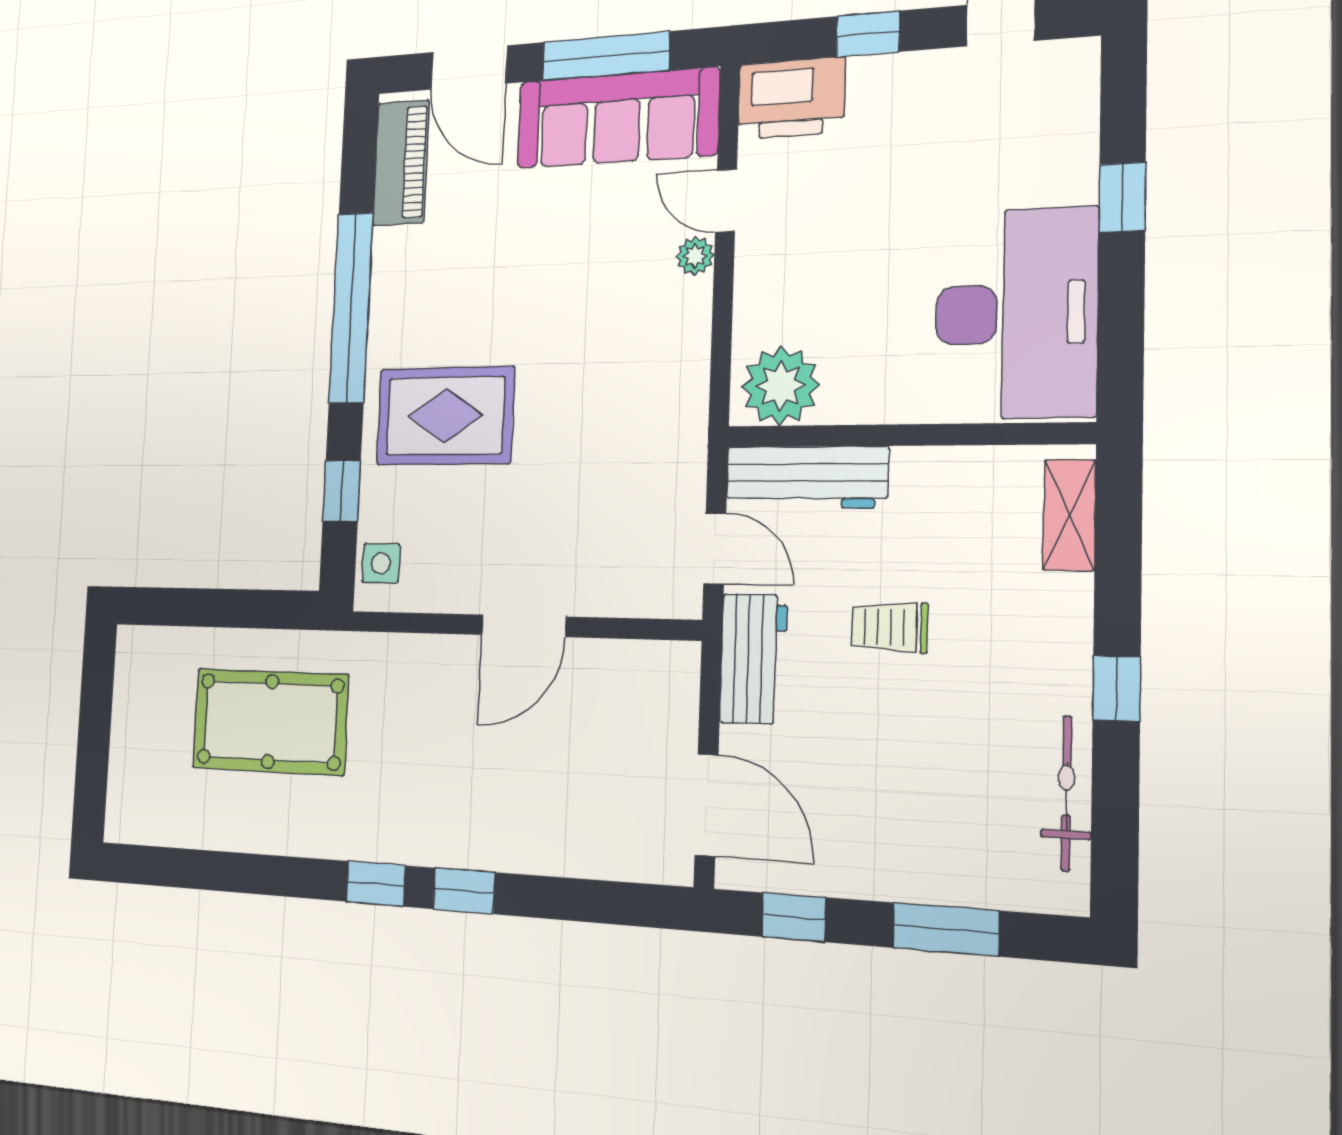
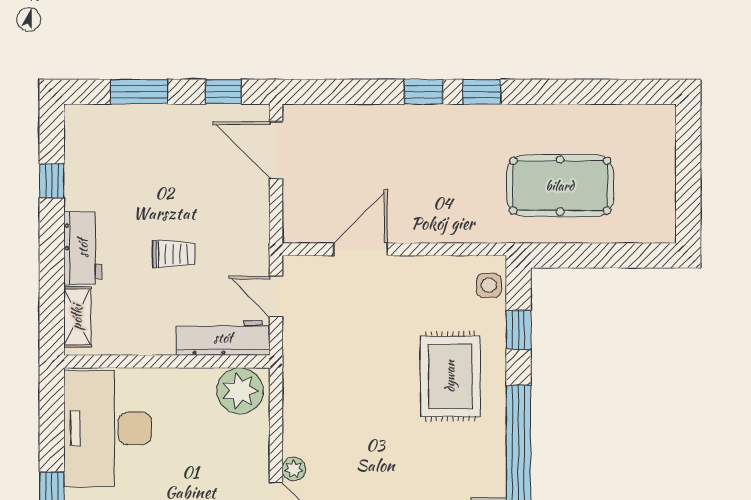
rug: (445, 416) -> (450, 376), turned 90
door: (524, 626) -> (360, 249), moved
workbench: (753, 659) -> (83, 248), moved, turned 180
window: (1117, 688) -> (52, 181), moved
bicycle: (1066, 793) -> (77, 168), removed

